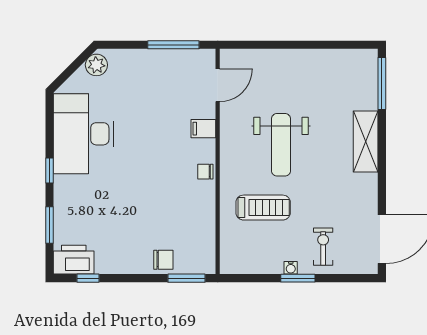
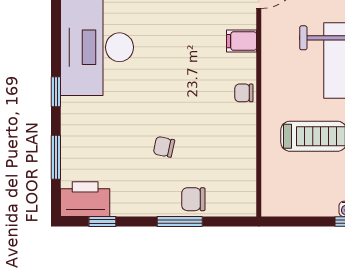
chair: (139, 216) -> (164, 147), added
chair: (163, 260) -> (193, 199), turned 180
window: (186, 278) -> (180, 222), moved

